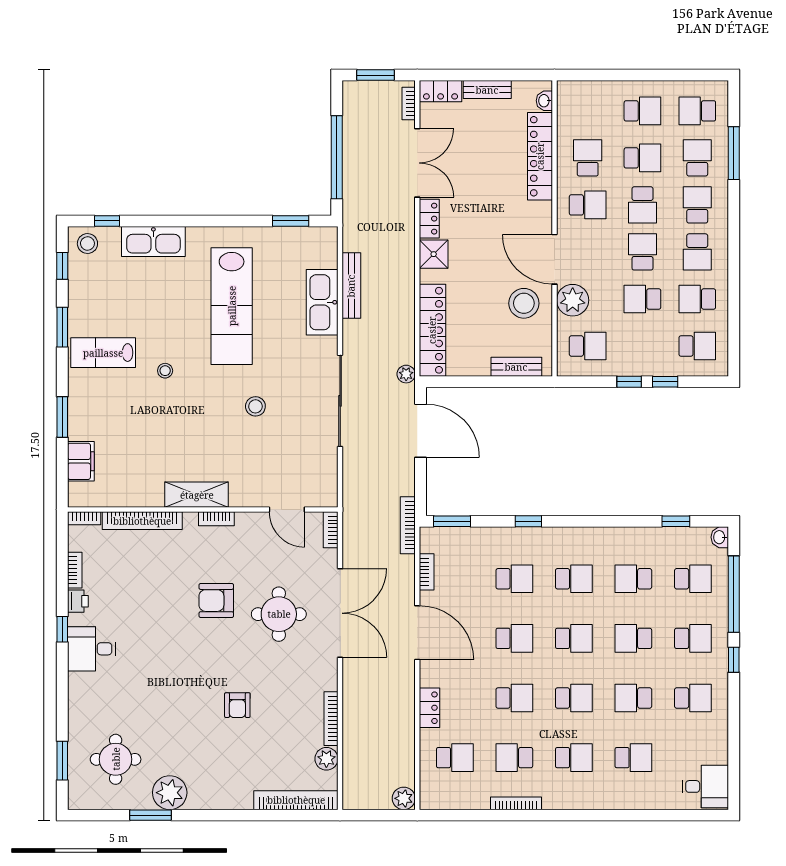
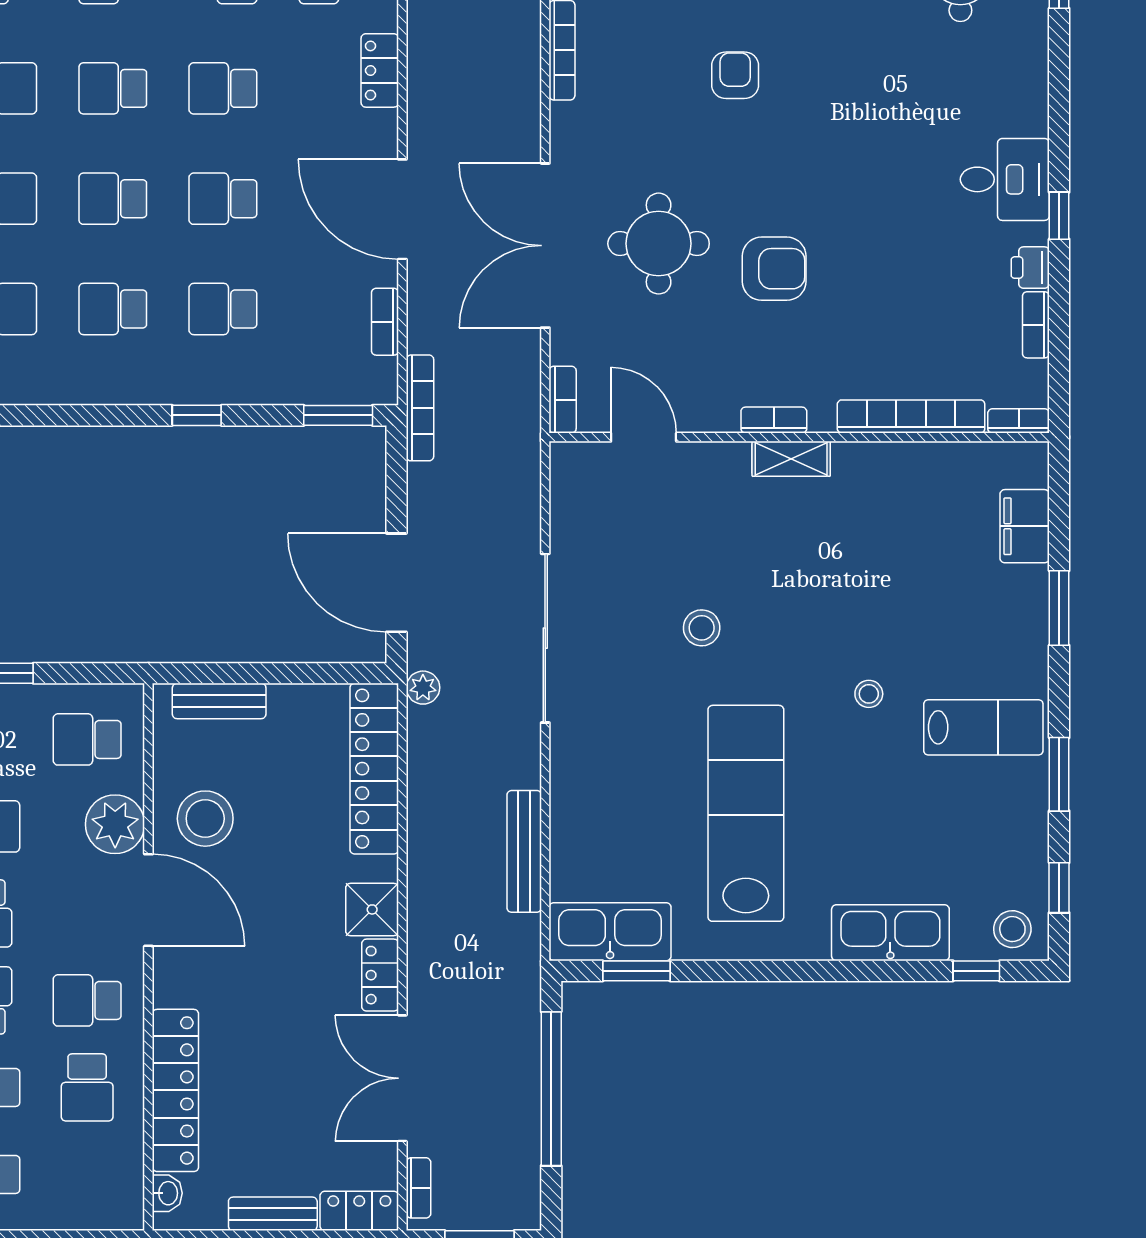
kitchen sink: (322, 302) -> (610, 932), moved, turned -90
shelving: (197, 495) -> (791, 459), width x0.67, depth x0.75

